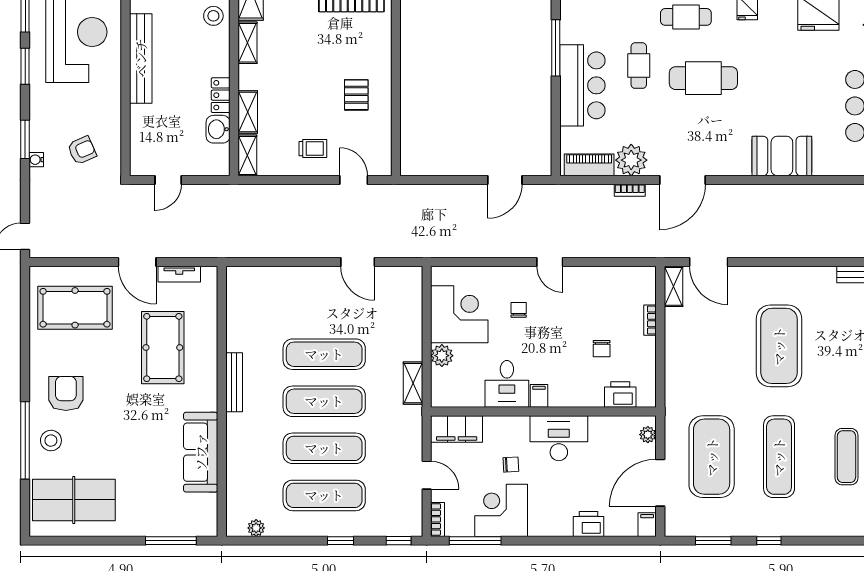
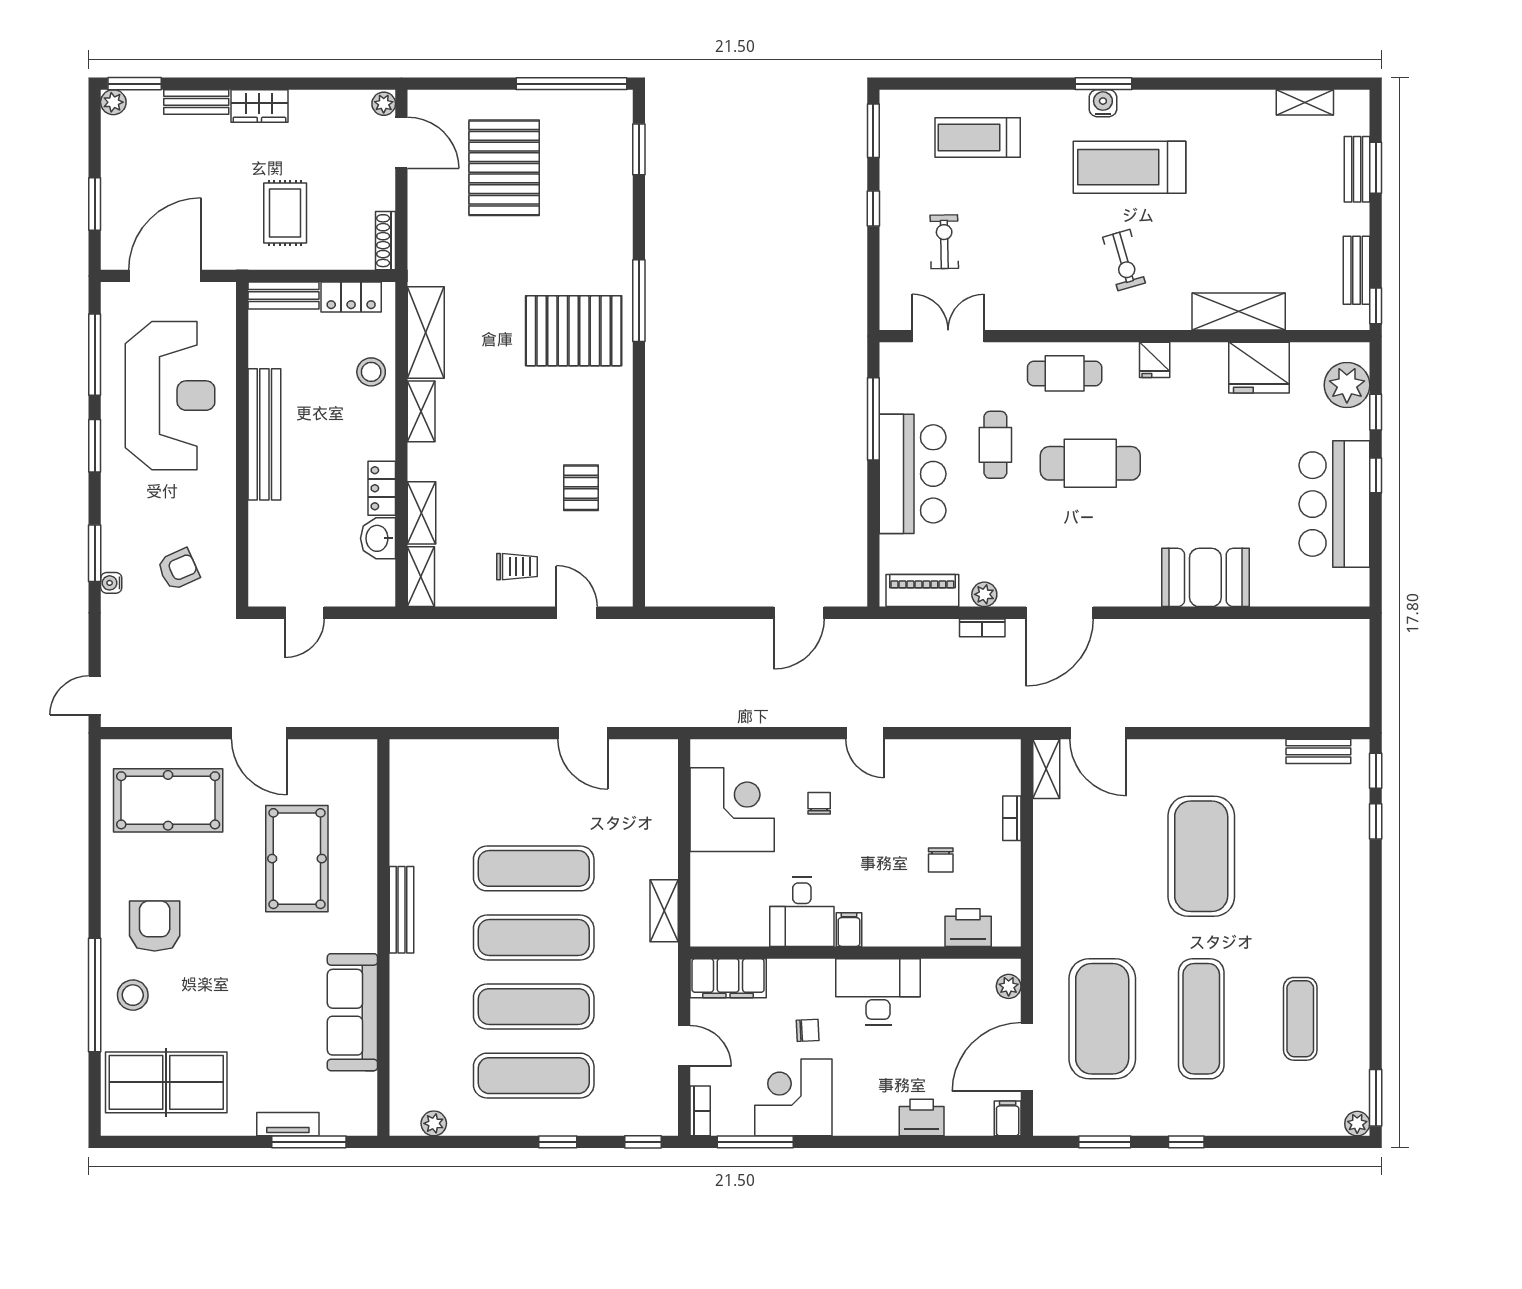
plant: (631, 160) -> (984, 594), width x0.53, depth x0.53
tv unit: (179, 274) -> (288, 1124), moved, turned 180
plant: (442, 356) -> (706, 870), removed

